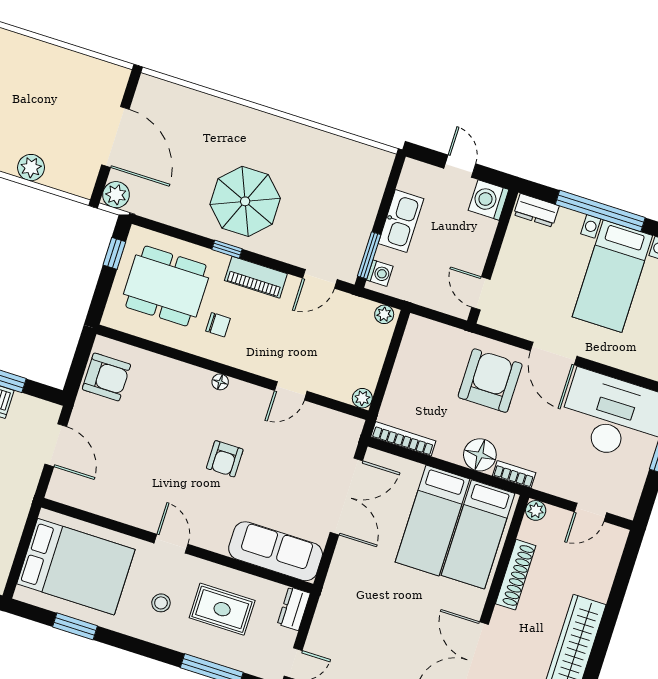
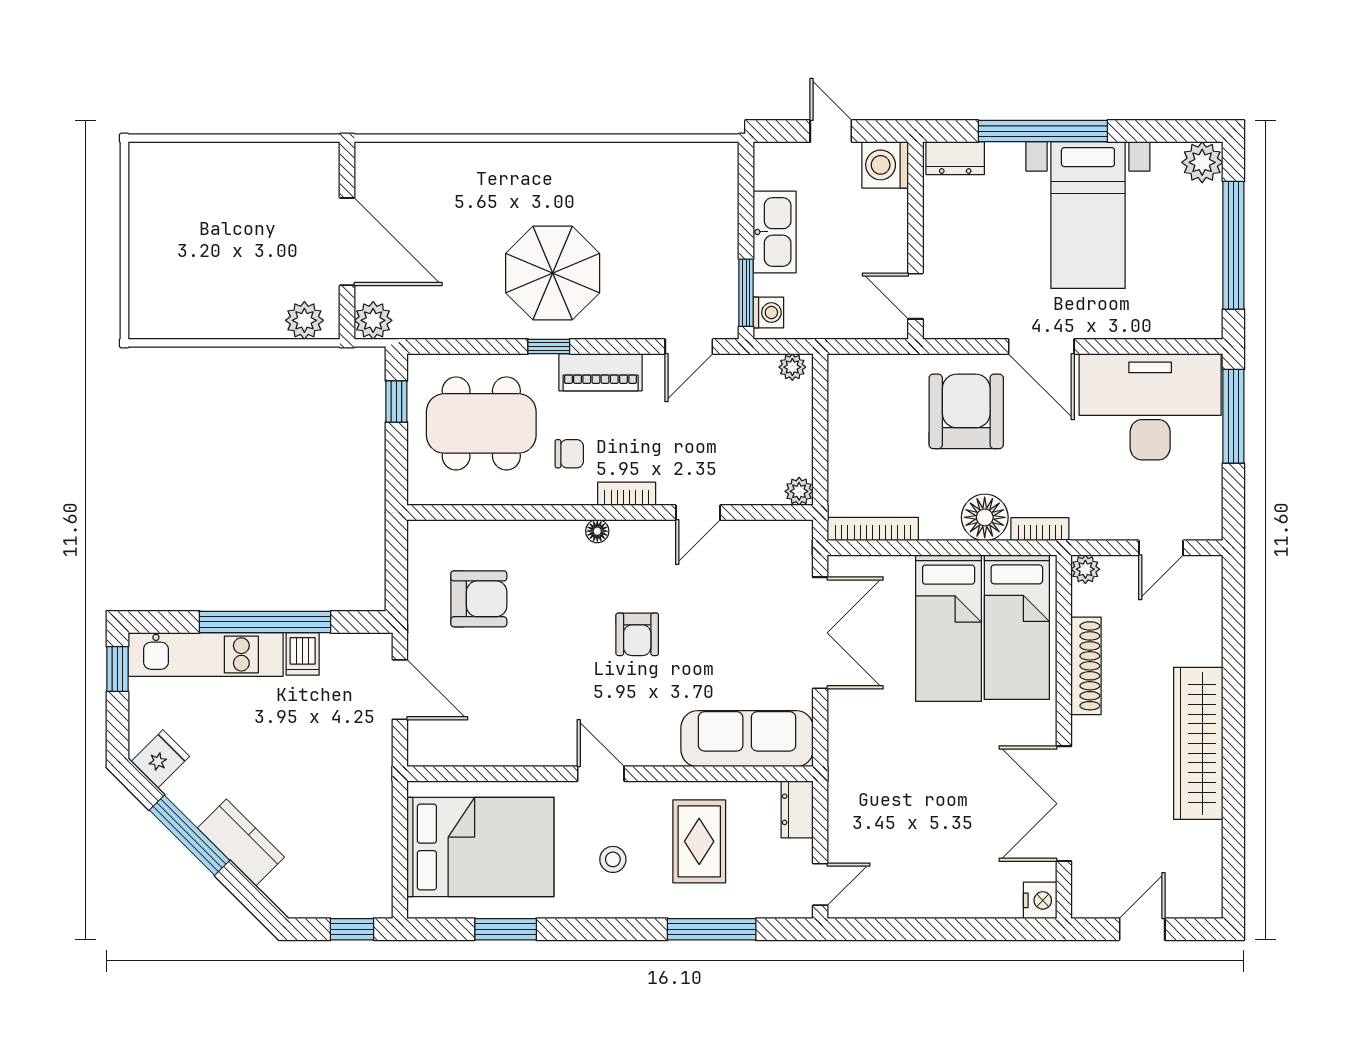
plant: (31, 168) -> (304, 320), moved
bookcase: (247, 363) -> (627, 494), added
armchair: (106, 377) -> (479, 599), moved
rug: (222, 609) -> (699, 841), turned 90

